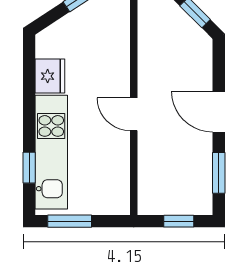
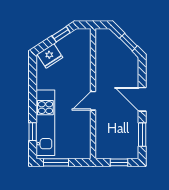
fridge: (50, 76) -> (50, 56), moved, turned 57
door: (134, 114) -> (93, 101), hinge flipped

